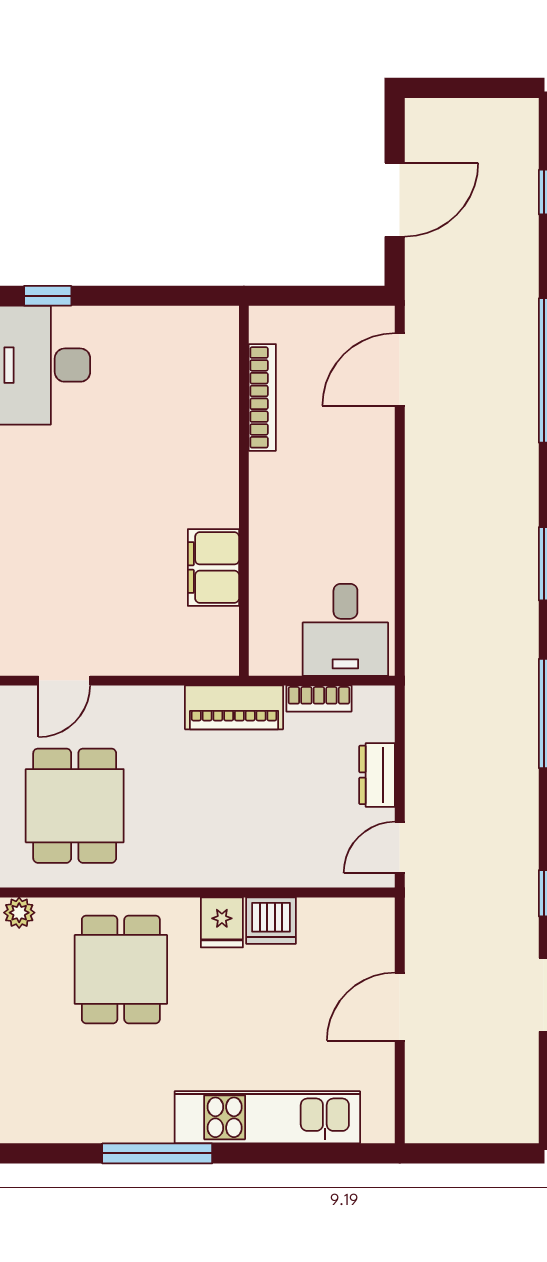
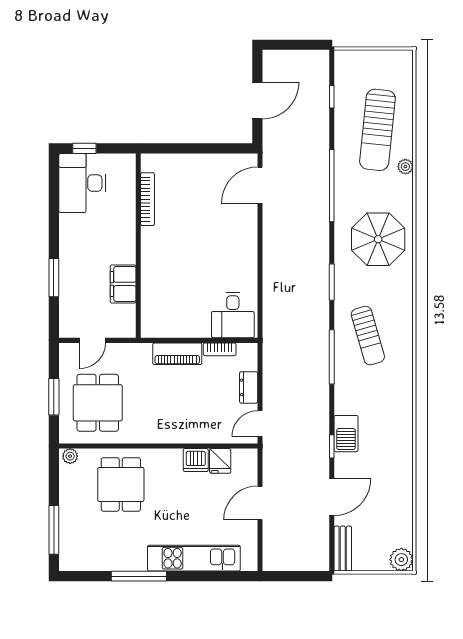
bookcase: (262, 397) -> (148, 199), moved
wall: (244, 491) -> (138, 246), moved
filing cabinet: (213, 568) -> (123, 284), moved
fridge: (222, 922) -> (220, 461), moved

